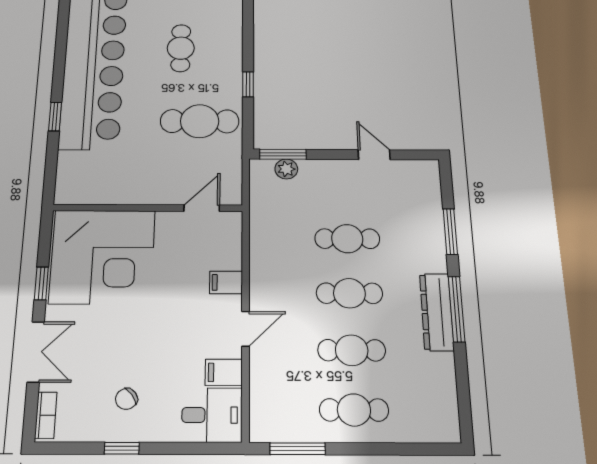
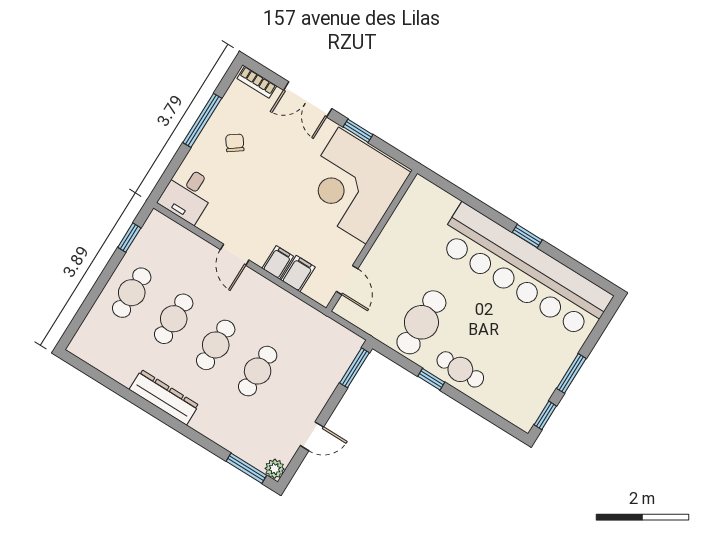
cafe table: (181, 48) -> (460, 369), moved
window: (55, 116) -> (527, 236), moved
plant: (286, 169) -> (275, 469), moved
window: (450, 232) -> (246, 468), moved
window: (457, 309) -> (157, 413), removed
filing cabinet: (224, 372) -> (298, 274), moved
window: (122, 448) -> (202, 120), width x2.17
window: (298, 449) -> (129, 238), width x0.67

